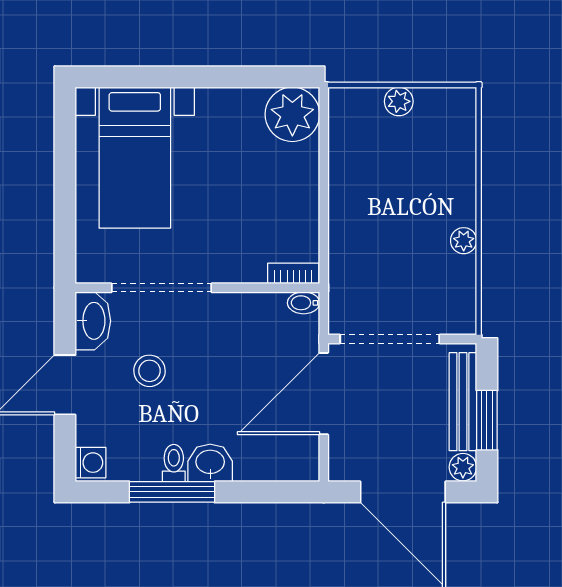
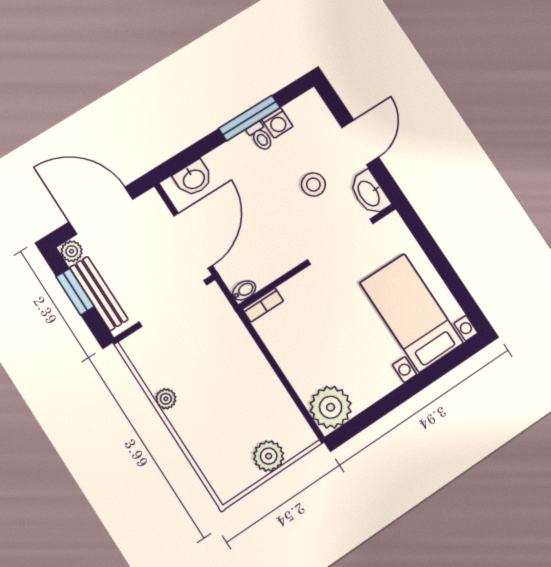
plant: (399, 101) -> (269, 456), width x1.38, depth x1.38
washing machine: (90, 463) -> (277, 123), moved, turned -90
washbasin: (210, 463) -> (193, 179), moved

